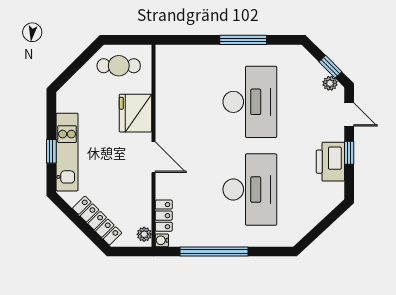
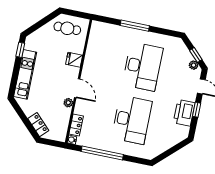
window: (243, 40) -> (135, 26), moved
fridge: (135, 113) -> (74, 60), width x0.53, depth x0.75
window: (51, 151) -> (20, 50), moved
locker: (97, 221) -> (38, 125), width x0.66
plant: (144, 234) -> (68, 103), moved

